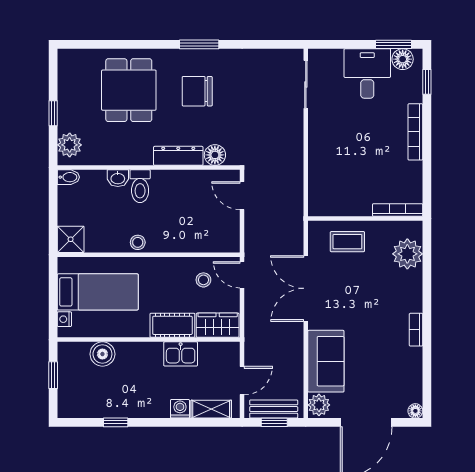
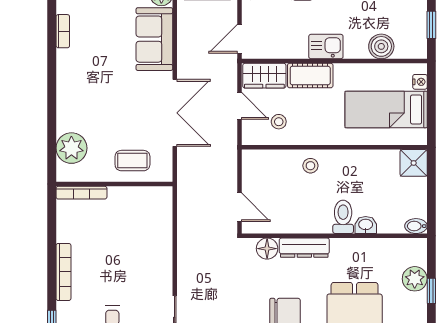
plant: (70, 145) -> (415, 279), moved
stool: (138, 242) -> (310, 166), moved
door: (242, 275) -> (239, 106), moved
bookcase: (416, 330) -> (63, 31), moved
kitchen sink: (181, 354) -> (326, 47), moved
door: (242, 381) -> (239, 39), moved

